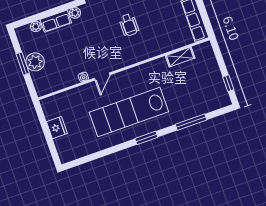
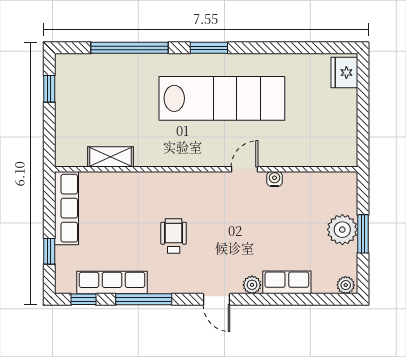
plant: (36, 27) -> (346, 285), moved
window: (191, 122) -> (130, 48), width x1.46
fridge: (57, 128) -> (344, 73), moved

